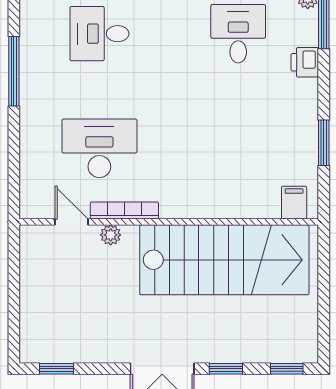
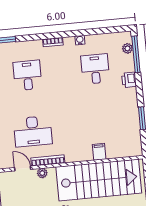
desk: (99, 34) -> (27, 75), turned 90
desk: (99, 148) -> (33, 131), turned 180
filing cabinet: (294, 203) -> (99, 152), moved

